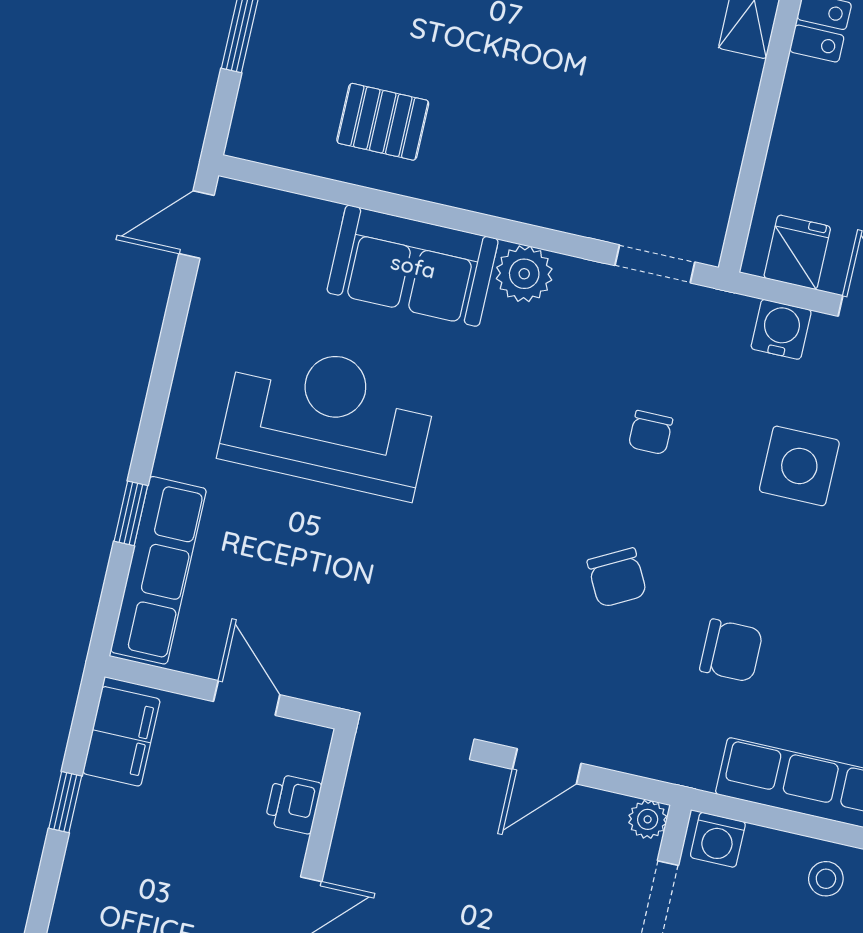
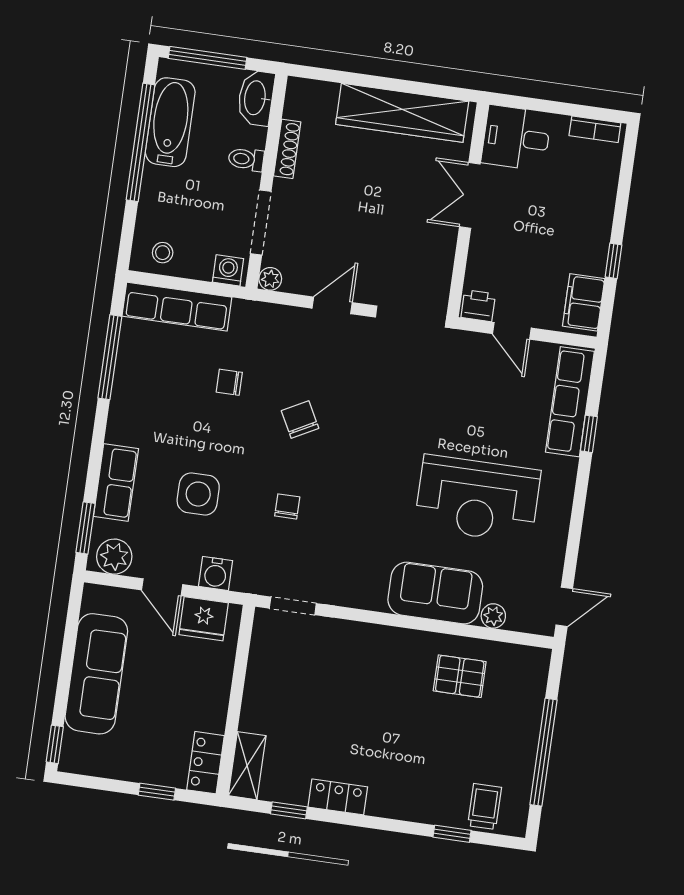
fridge: (797, 252) -> (204, 619), width x1.38
plant: (524, 274) -> (493, 616), moved, width x0.73, depth x0.73
chair: (731, 651) -> (229, 382), width x0.73, depth x0.73
printer: (293, 804) -> (478, 306), moved, turned -90

